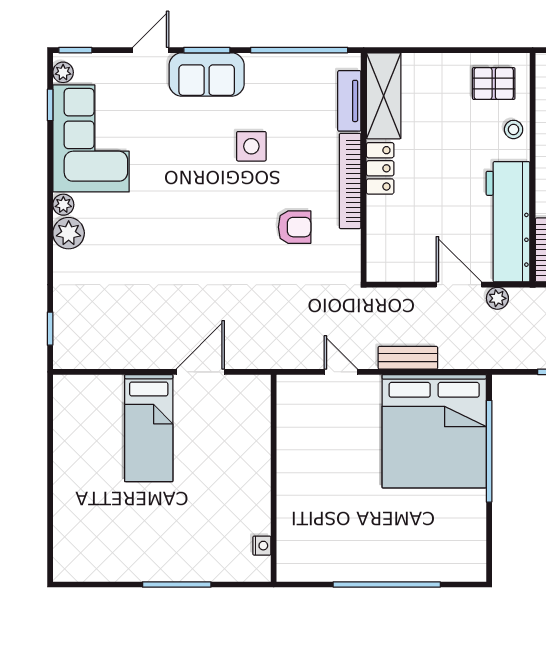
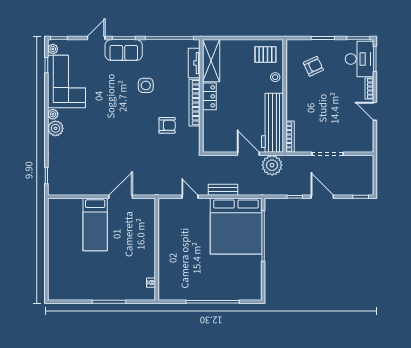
plant: (497, 298) -> (272, 165), width x1.87, depth x1.87

